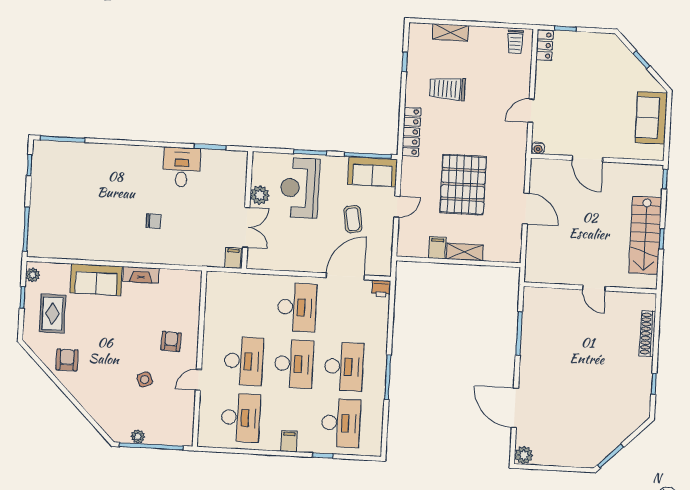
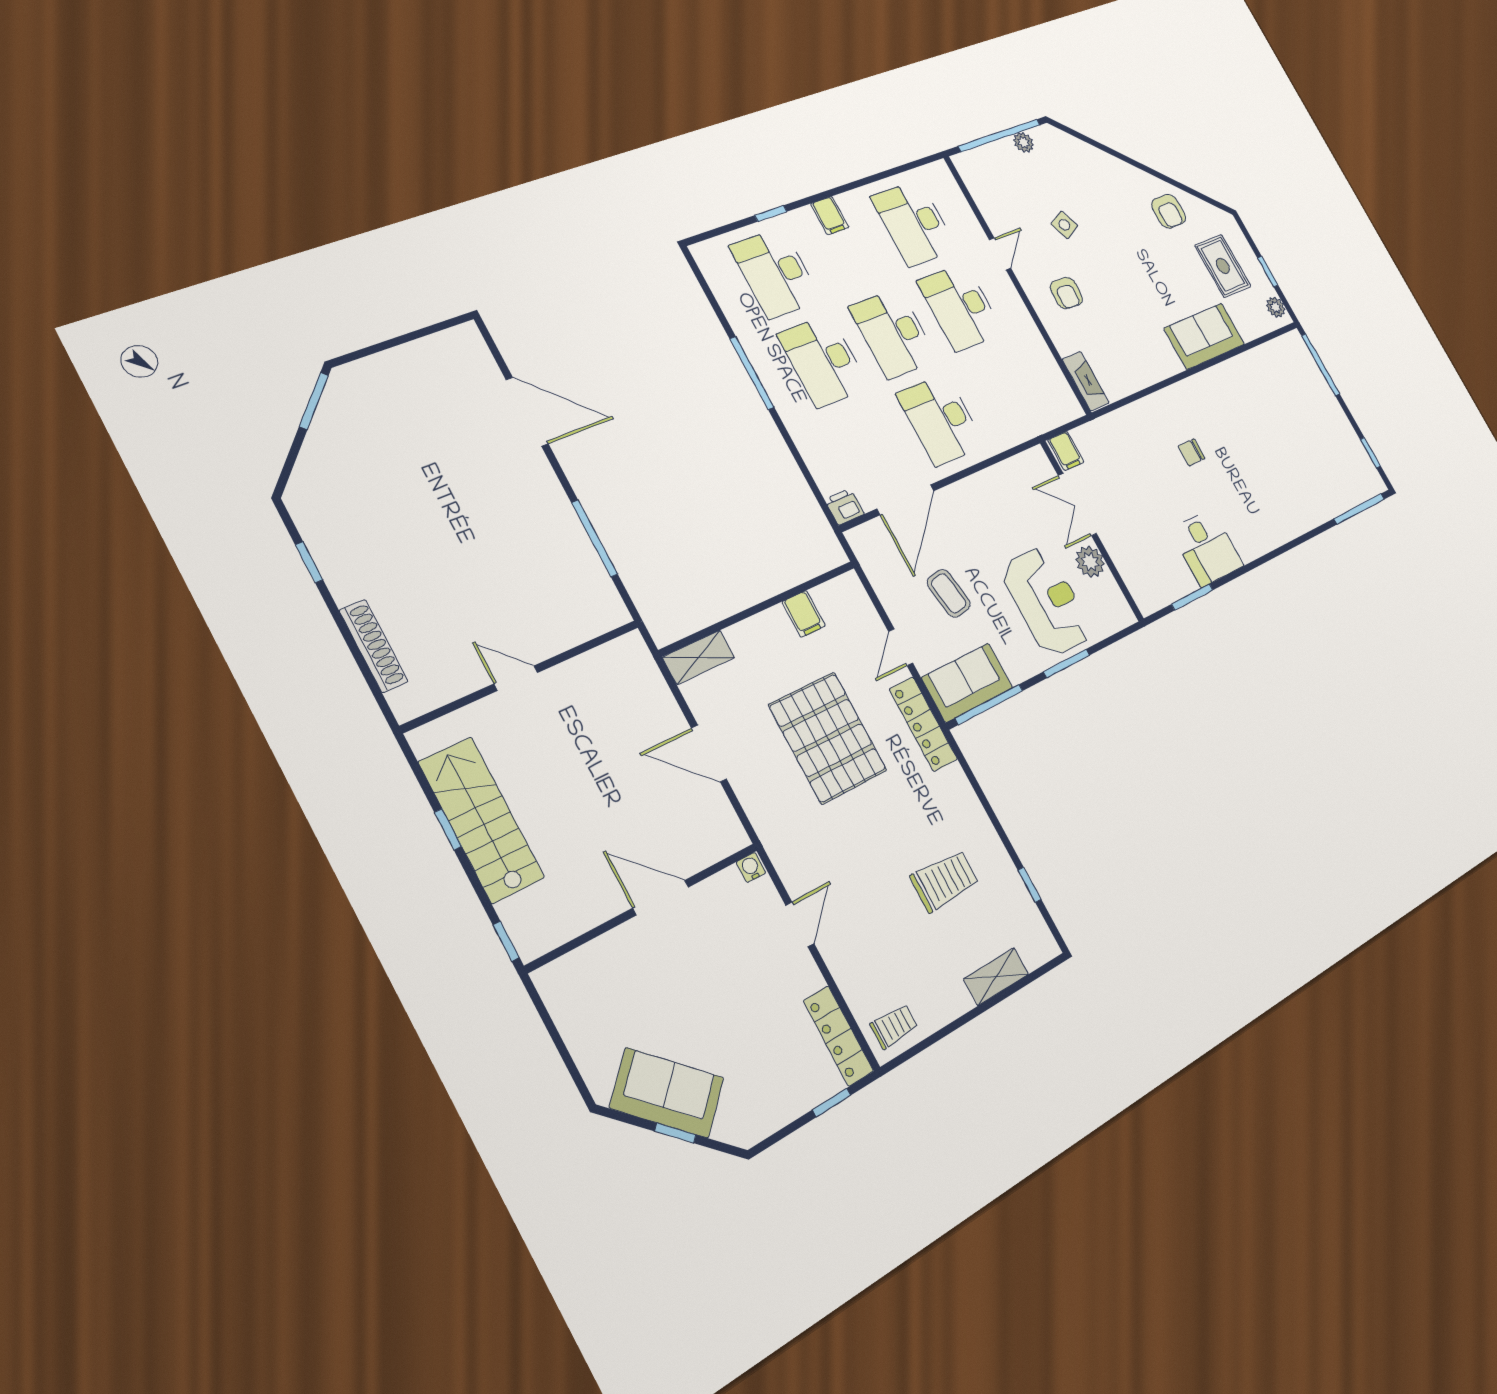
trolley: (515, 42) -> (894, 1026), turned 90
locker: (545, 45) -> (838, 1036), width x1.53
sofa: (651, 118) -> (667, 1093), moved, turned -45
locker: (411, 132) -> (923, 724), moved
shelving: (465, 252) -> (699, 657), moved
fireplace: (141, 275) -> (1086, 381), moved, turned 90
plant: (524, 455) -> (466, 340), removed

